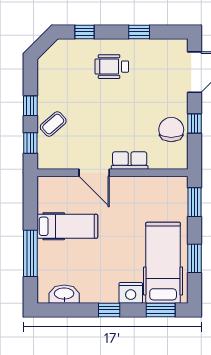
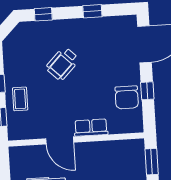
wheelchair: (112, 67) -> (62, 64), moved, turned -46
coffee table: (53, 124) -> (20, 99), turned -49
chair: (171, 130) -> (127, 97), turned 180

